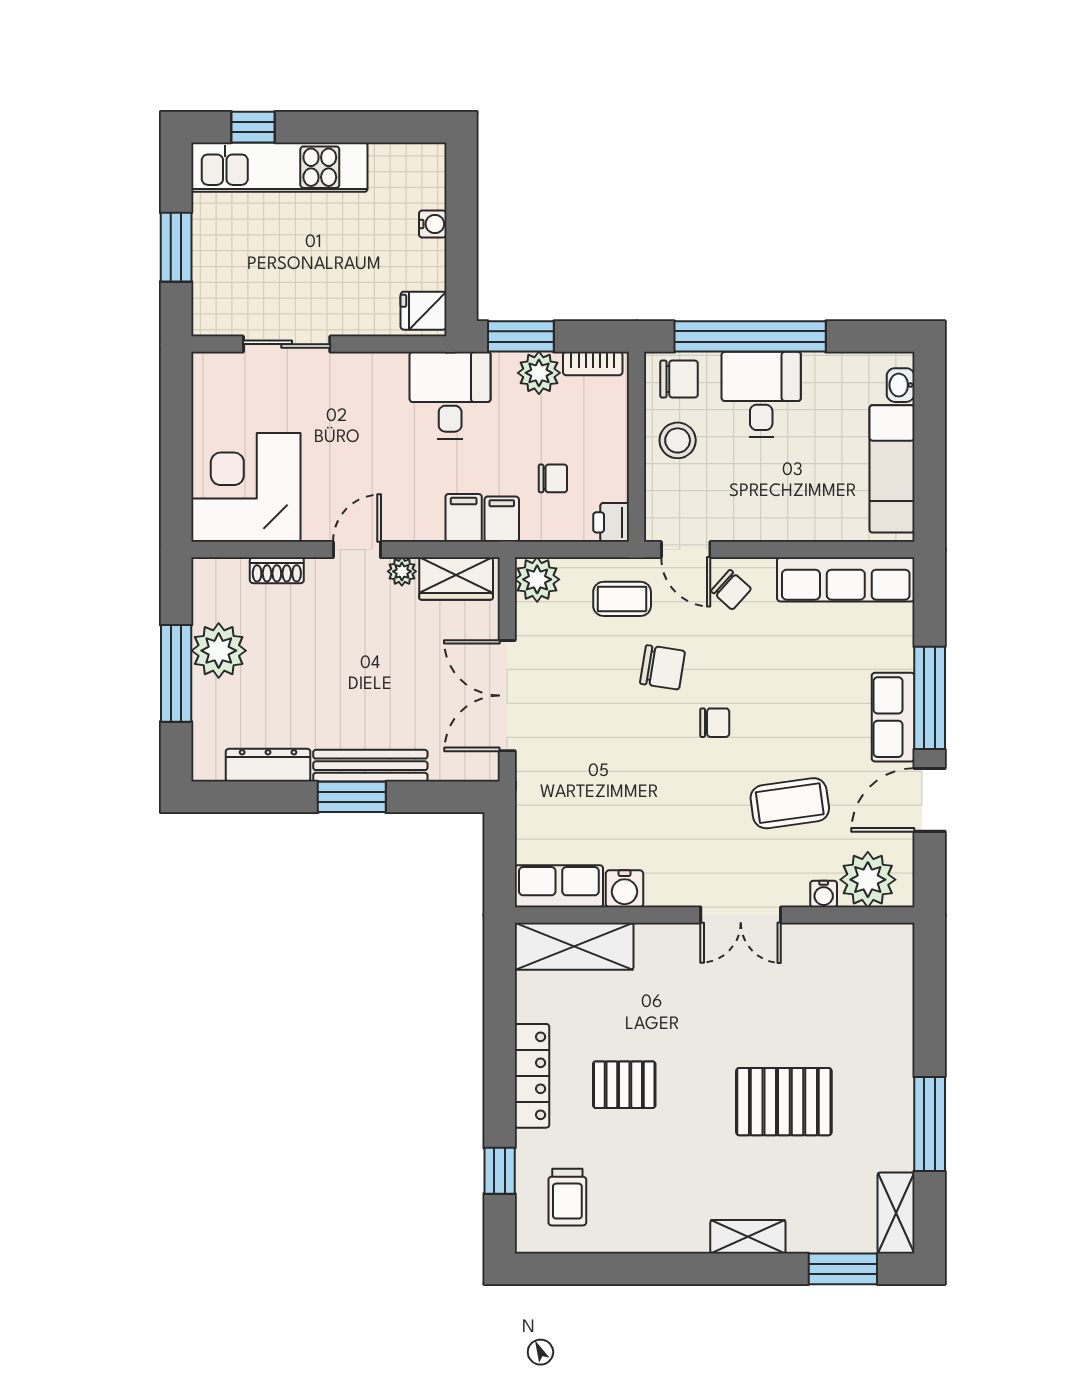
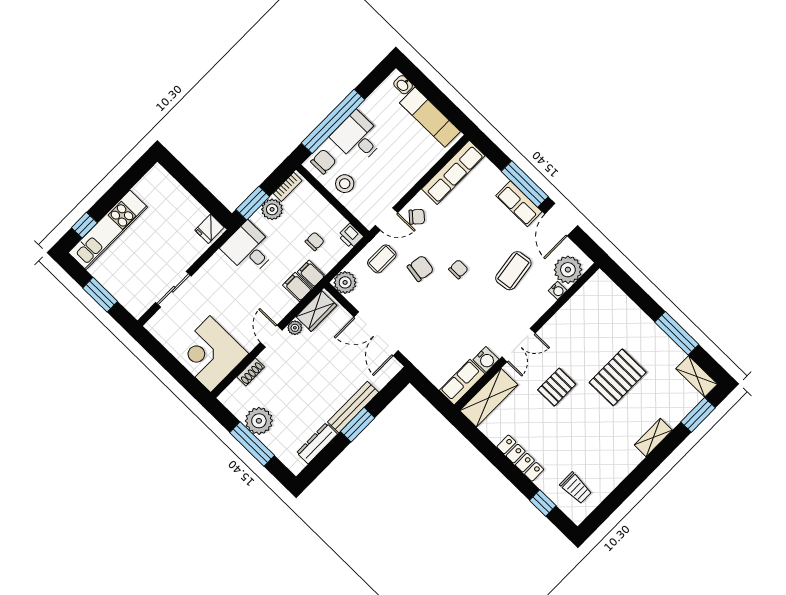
water cooler: (433, 224) -> (182, 195), removed
double door: (741, 915) -> (519, 345), moved
pallet: (624, 1085) -> (557, 387), moved

